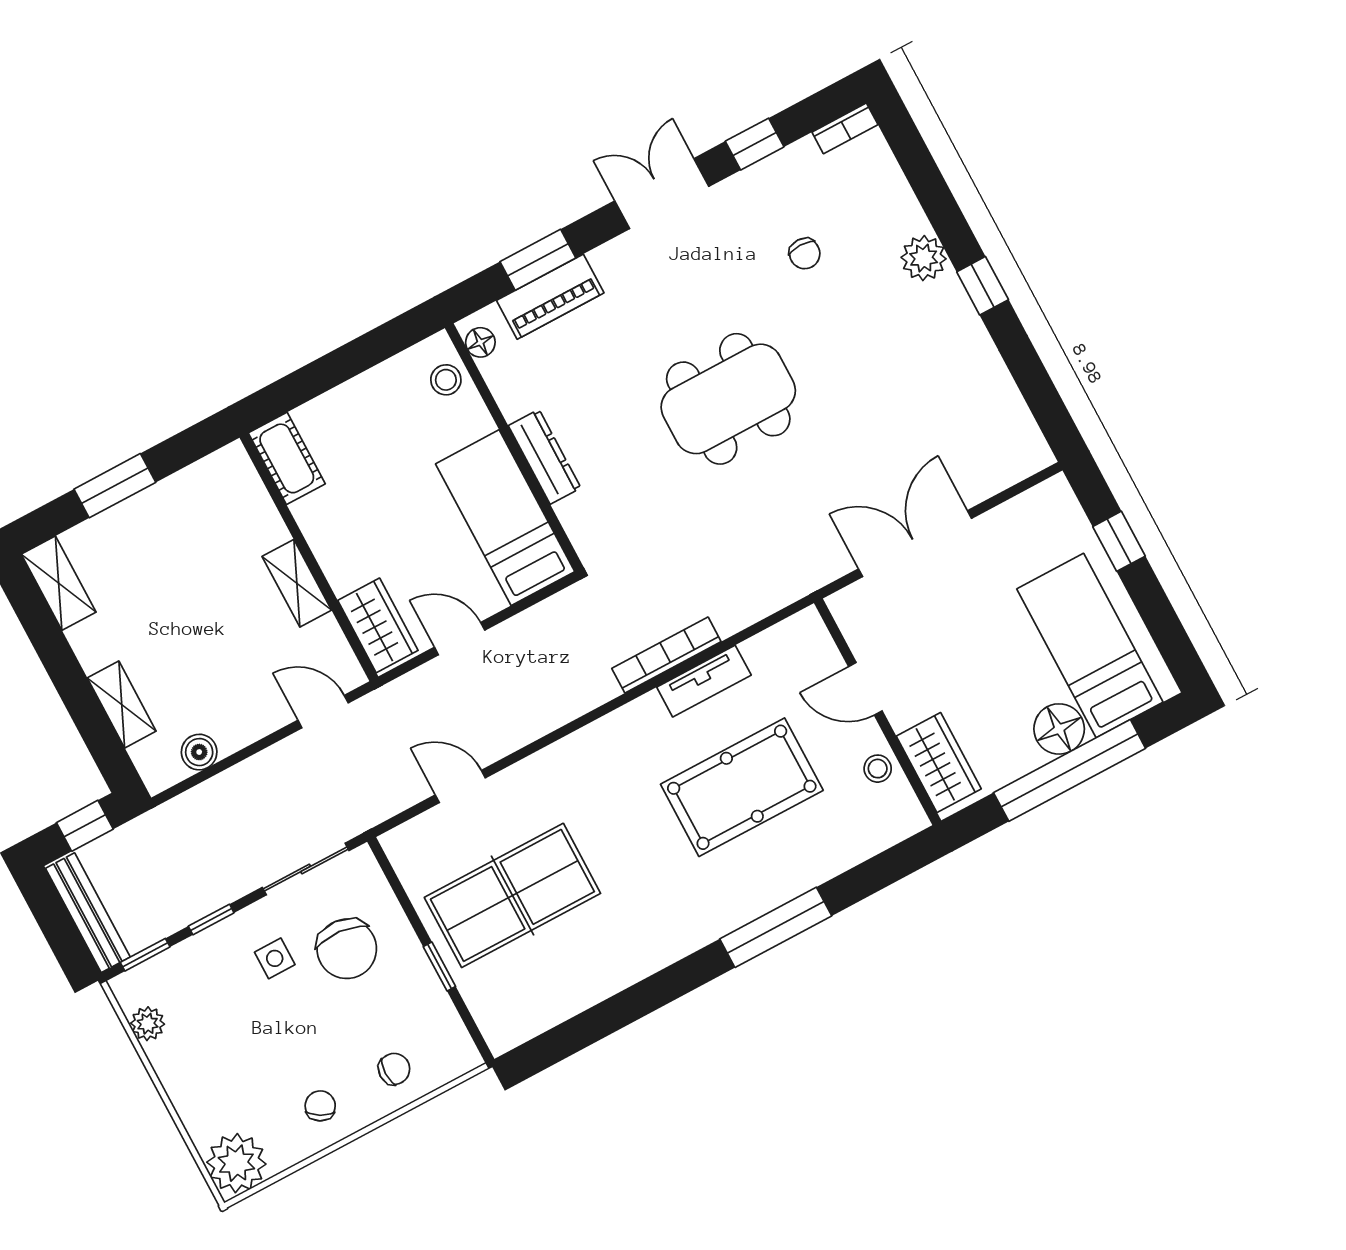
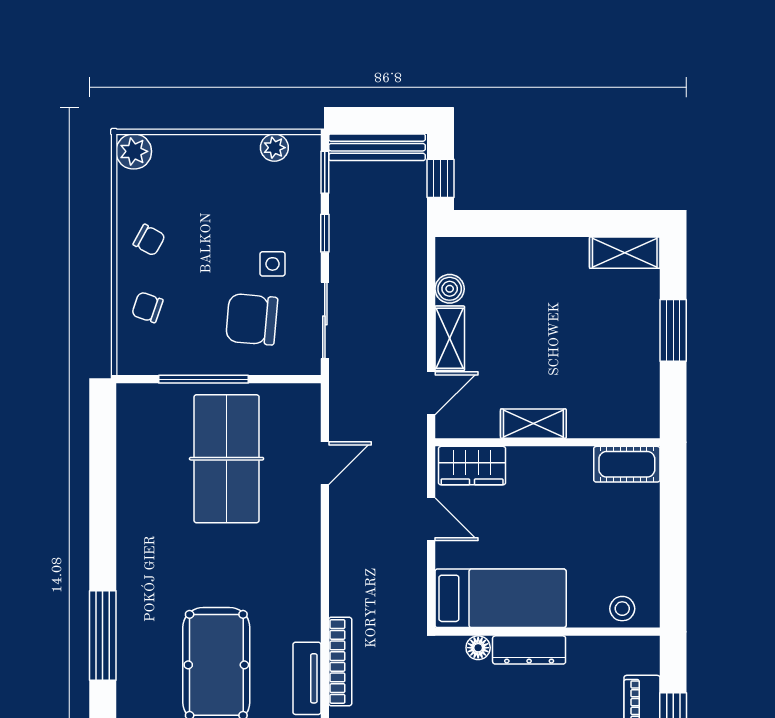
floor lamp: (480, 342) -> (478, 648), moved
door: (460, 639) -> (431, 519), hinge flipped
shelving: (122, 704) -> (450, 338), moved, turned 90
window: (439, 966) -> (204, 379), width x2.17
chair: (394, 1069) -> (147, 307), turned 109
plant: (236, 1163) -> (134, 151), width x0.73, depth x0.73

